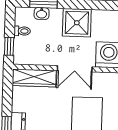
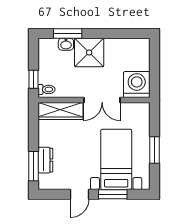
shower: (77, 23) -> (89, 52), moved
toilet: (22, 31) -> (46, 89), moved

